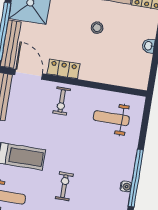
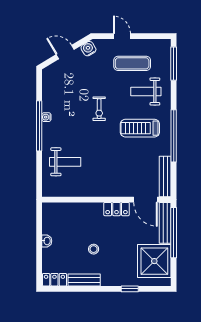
exercise bike: (62, 101) -> (113, 181), removed
weight bench: (111, 118) -> (65, 162), moved

